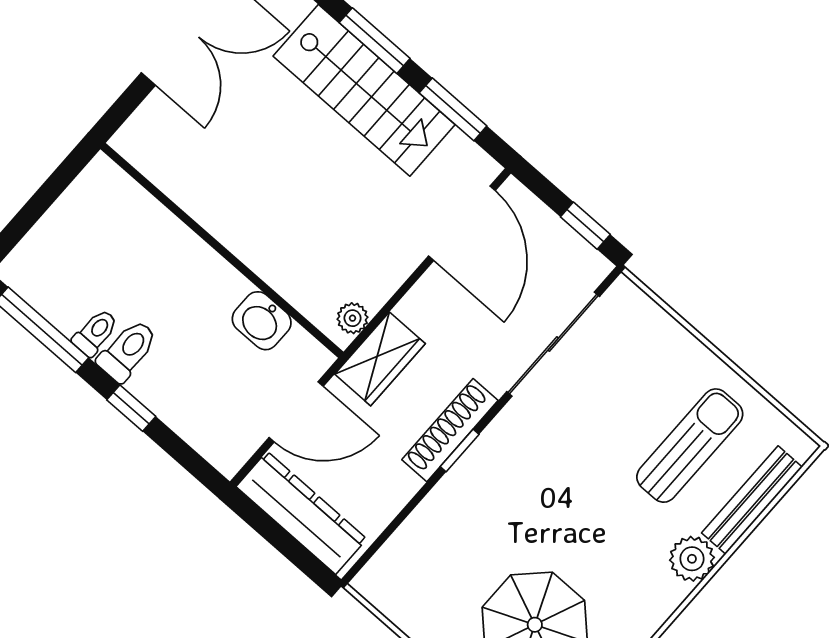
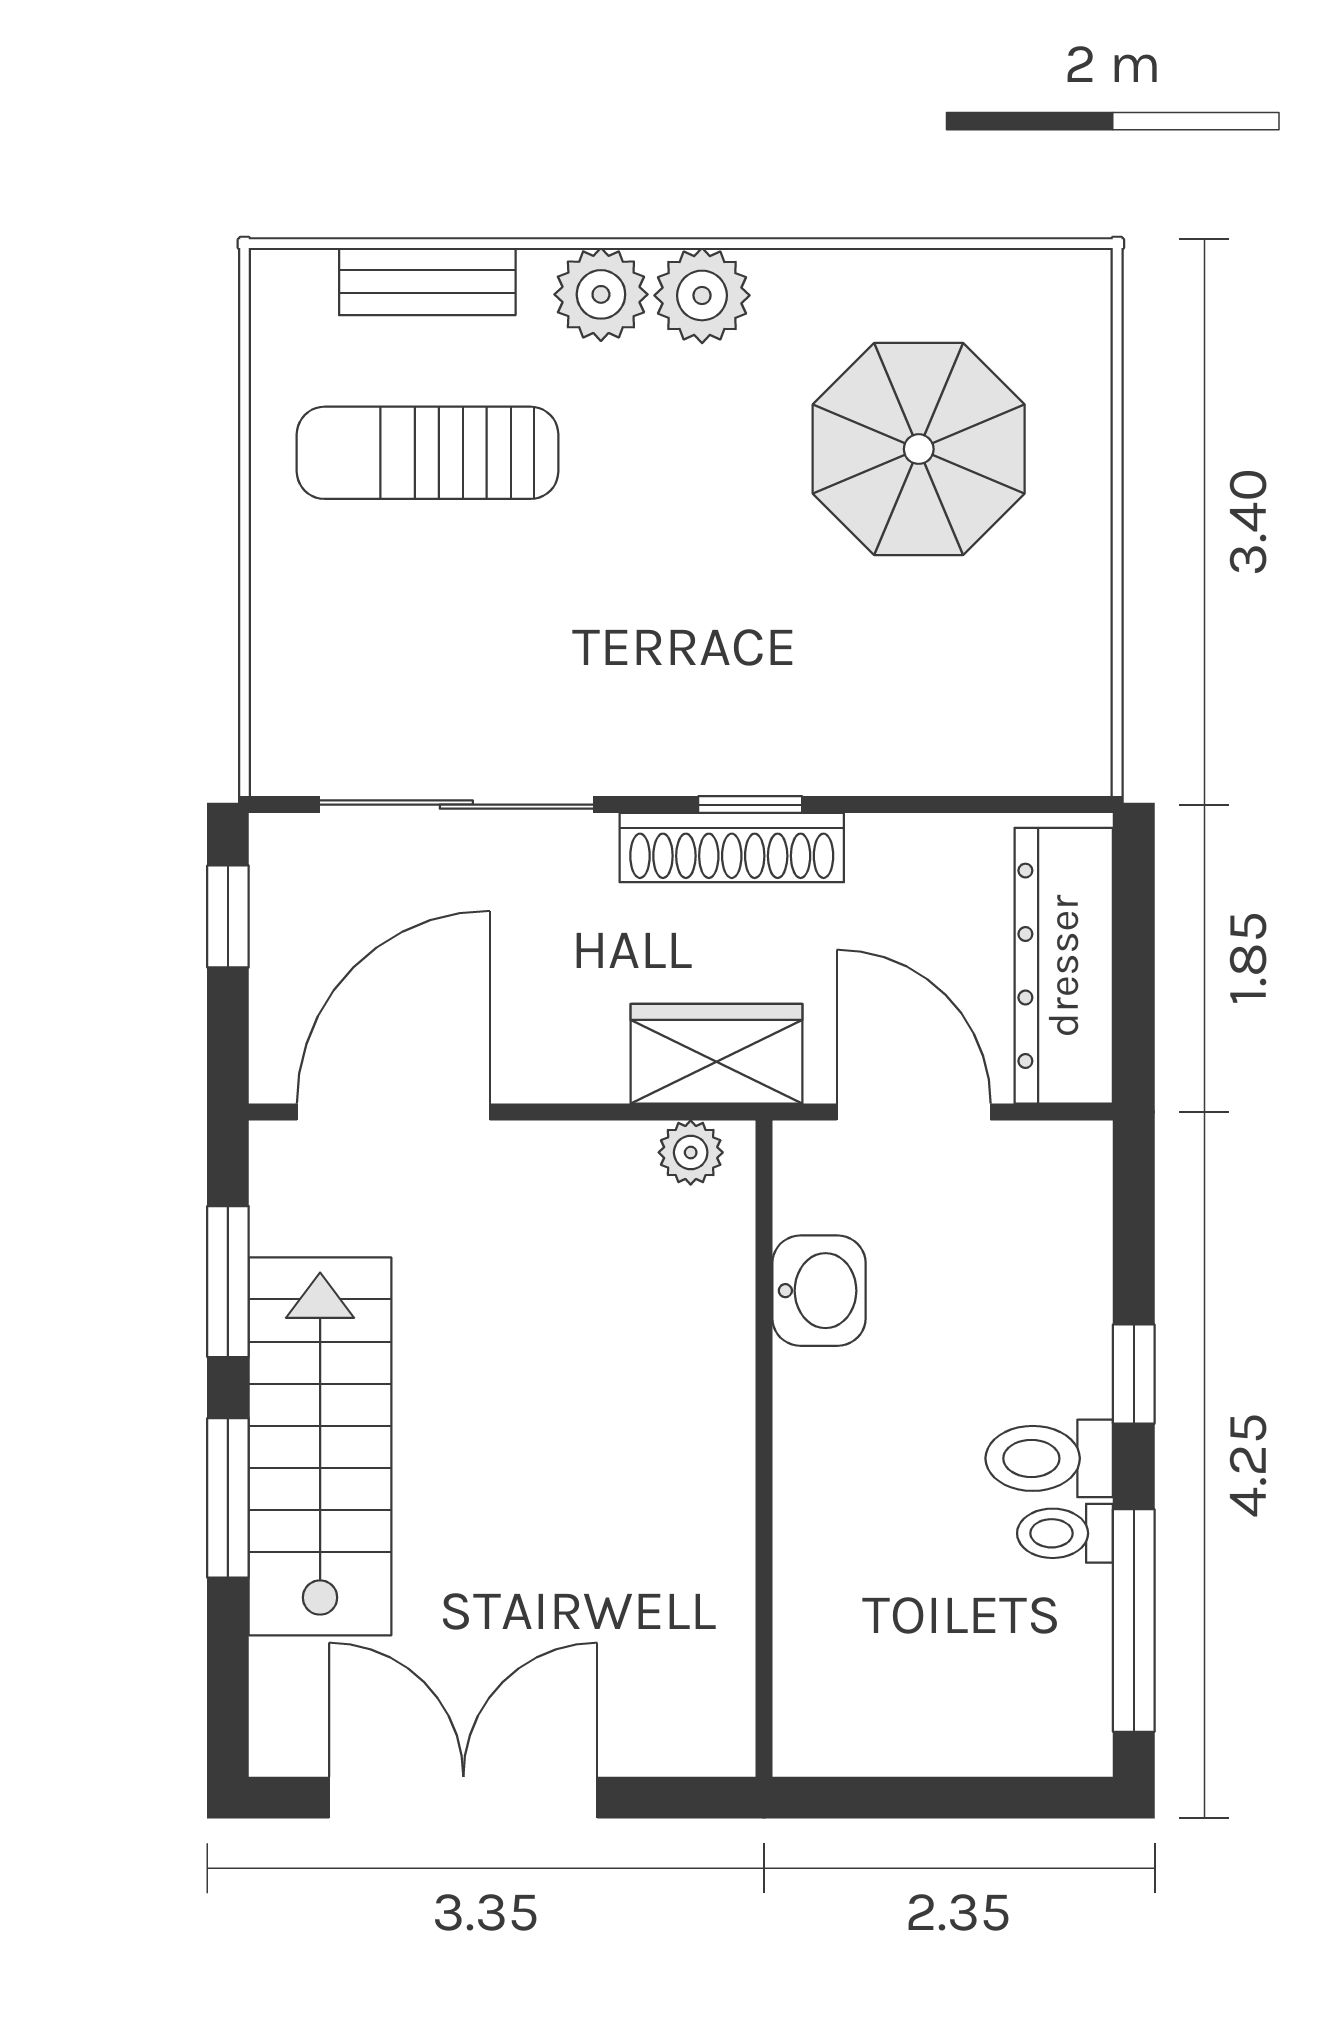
bench: (752, 500) -> (427, 281), width x0.73
plant: (659, 595) -> (702, 295), added

